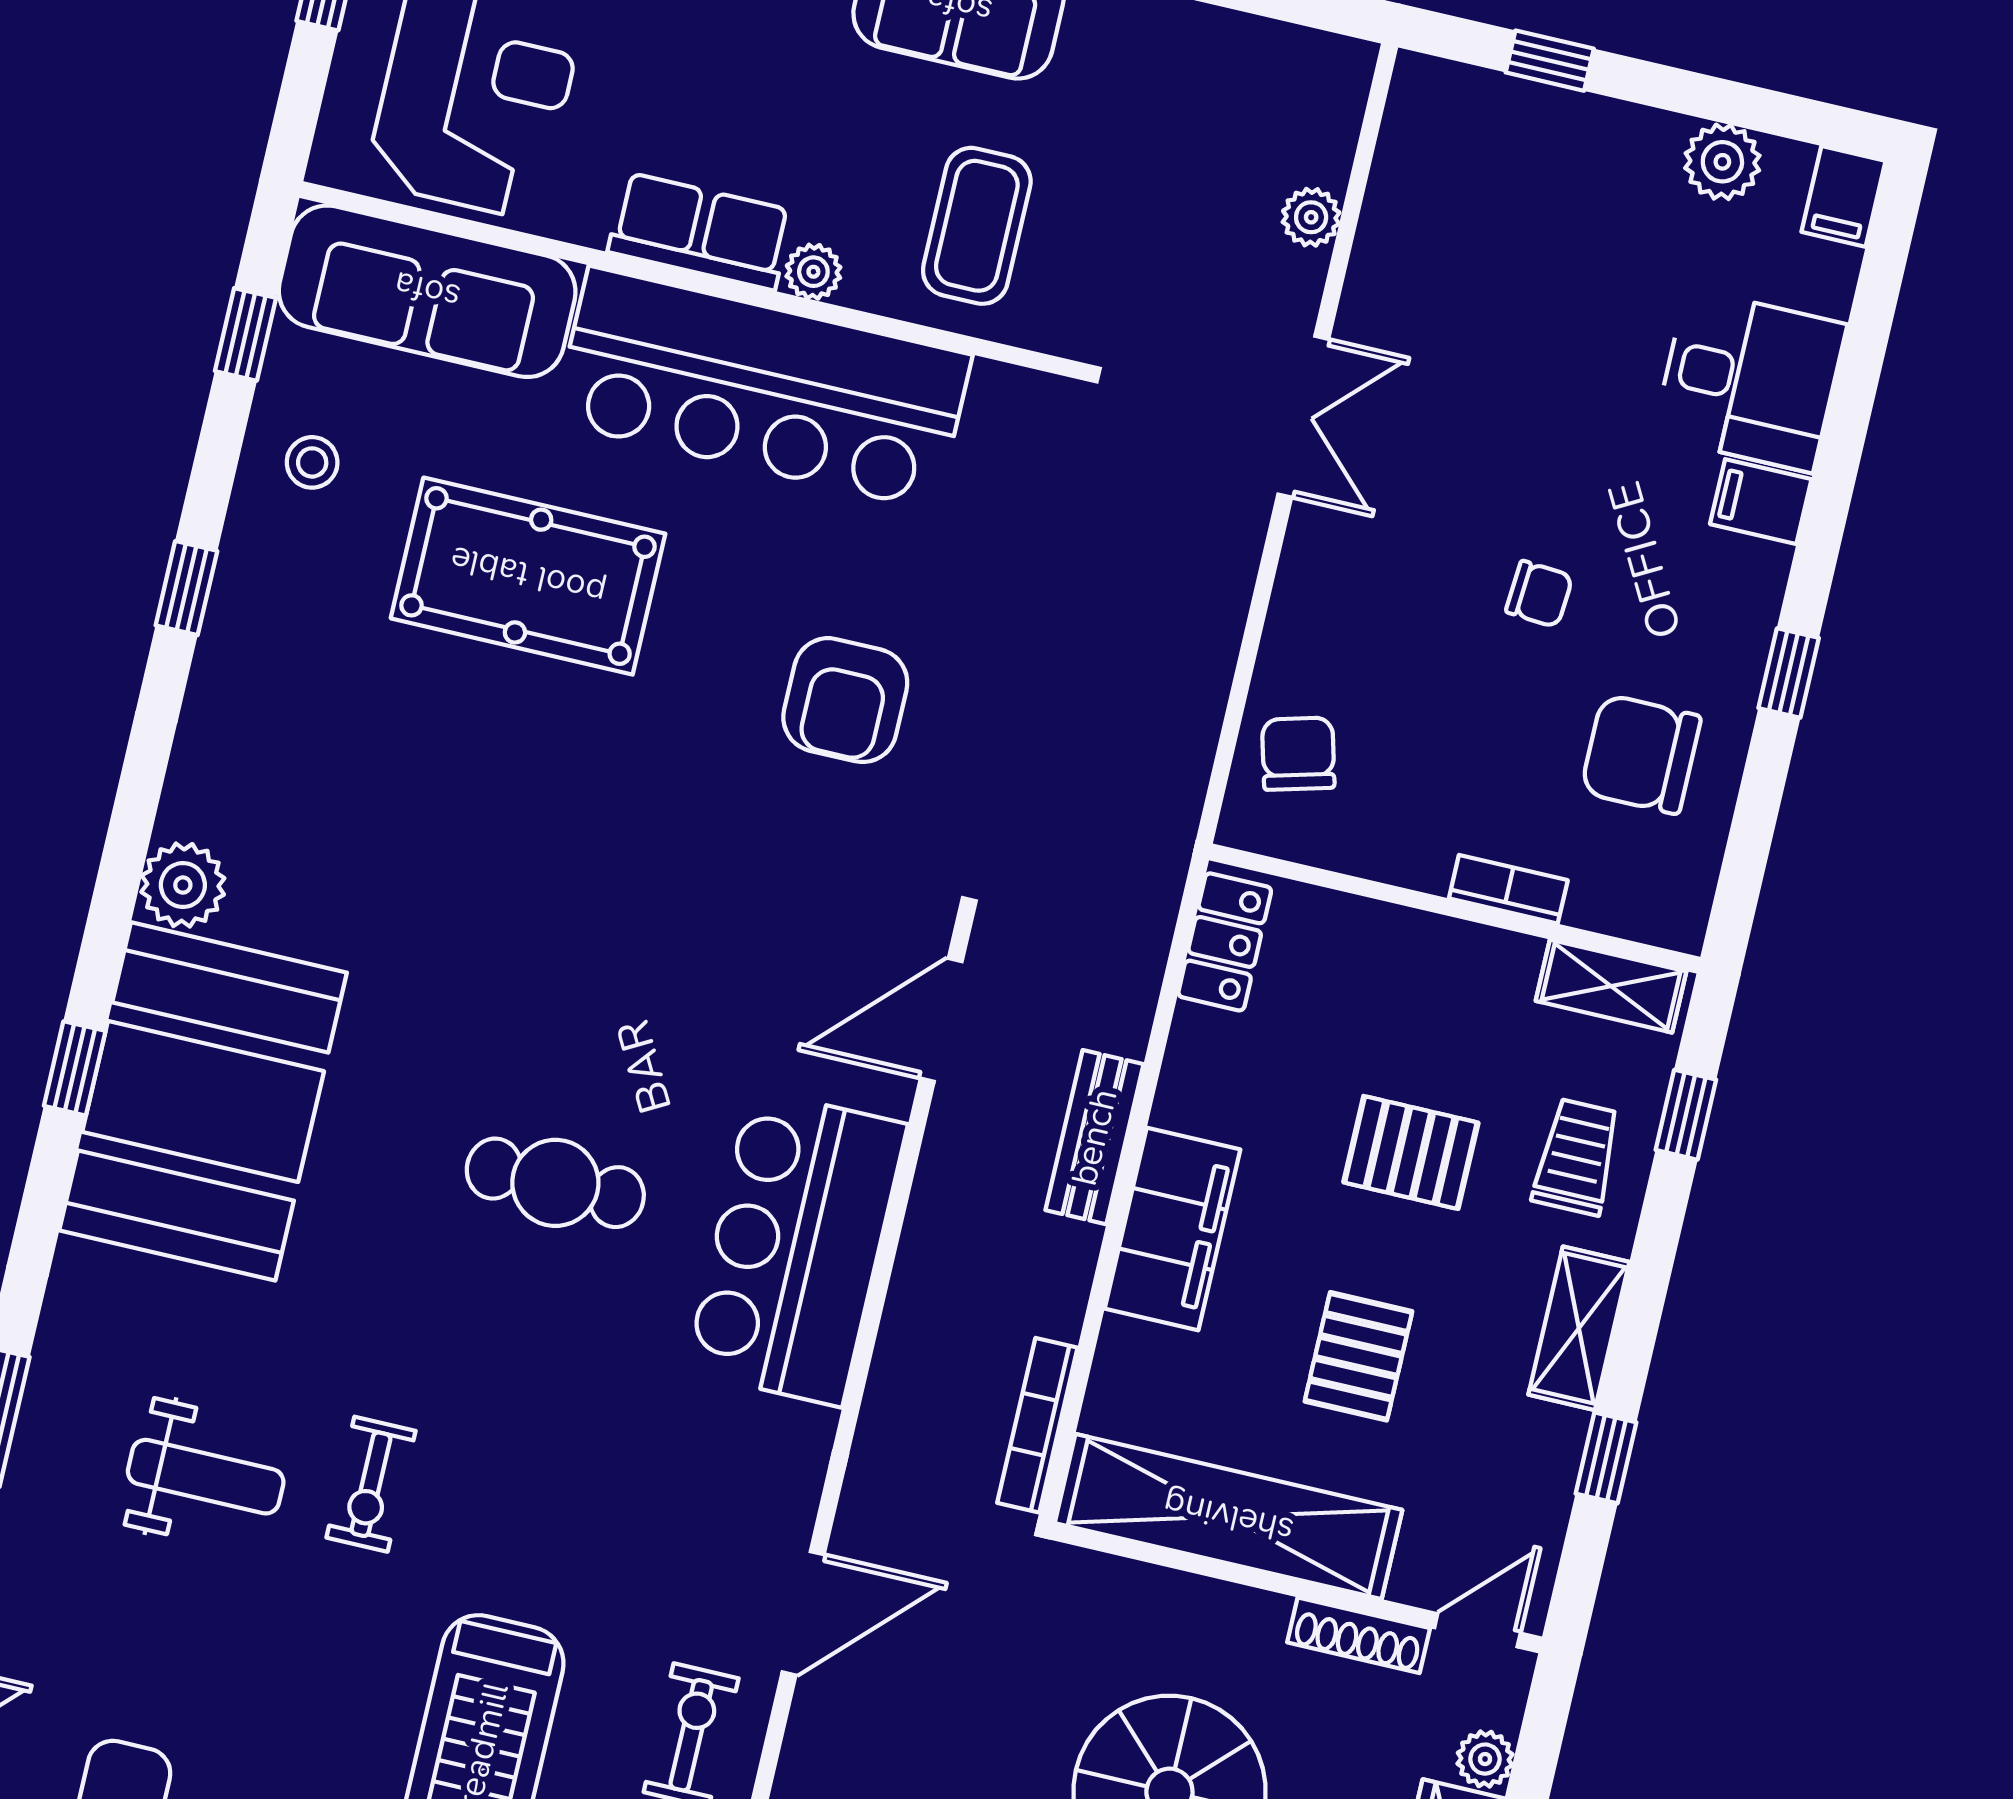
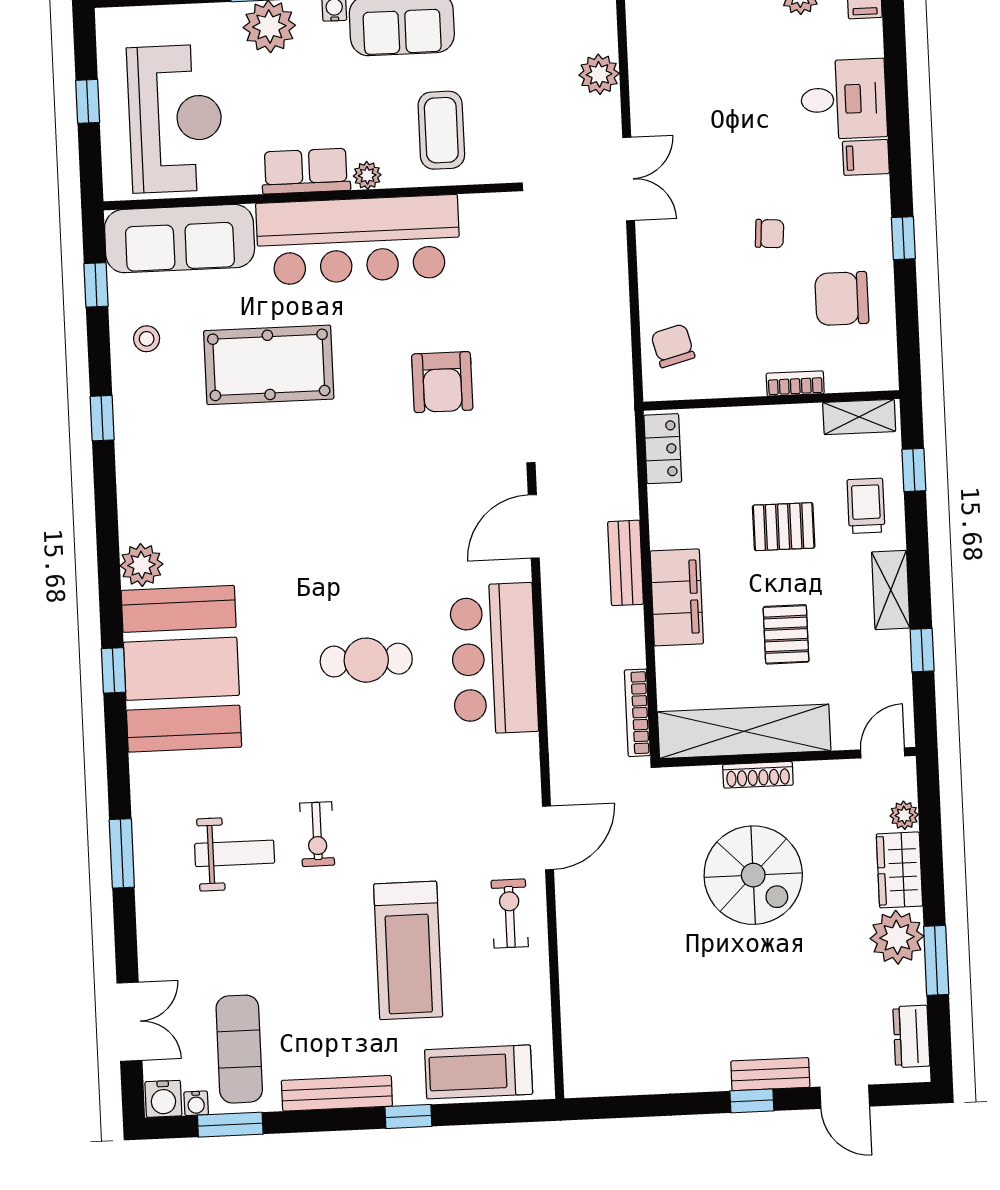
plant: (1311, 217) -> (599, 74), width x1.38, depth x1.38
shoe rack: (1359, 1635) -> (758, 775), moved

